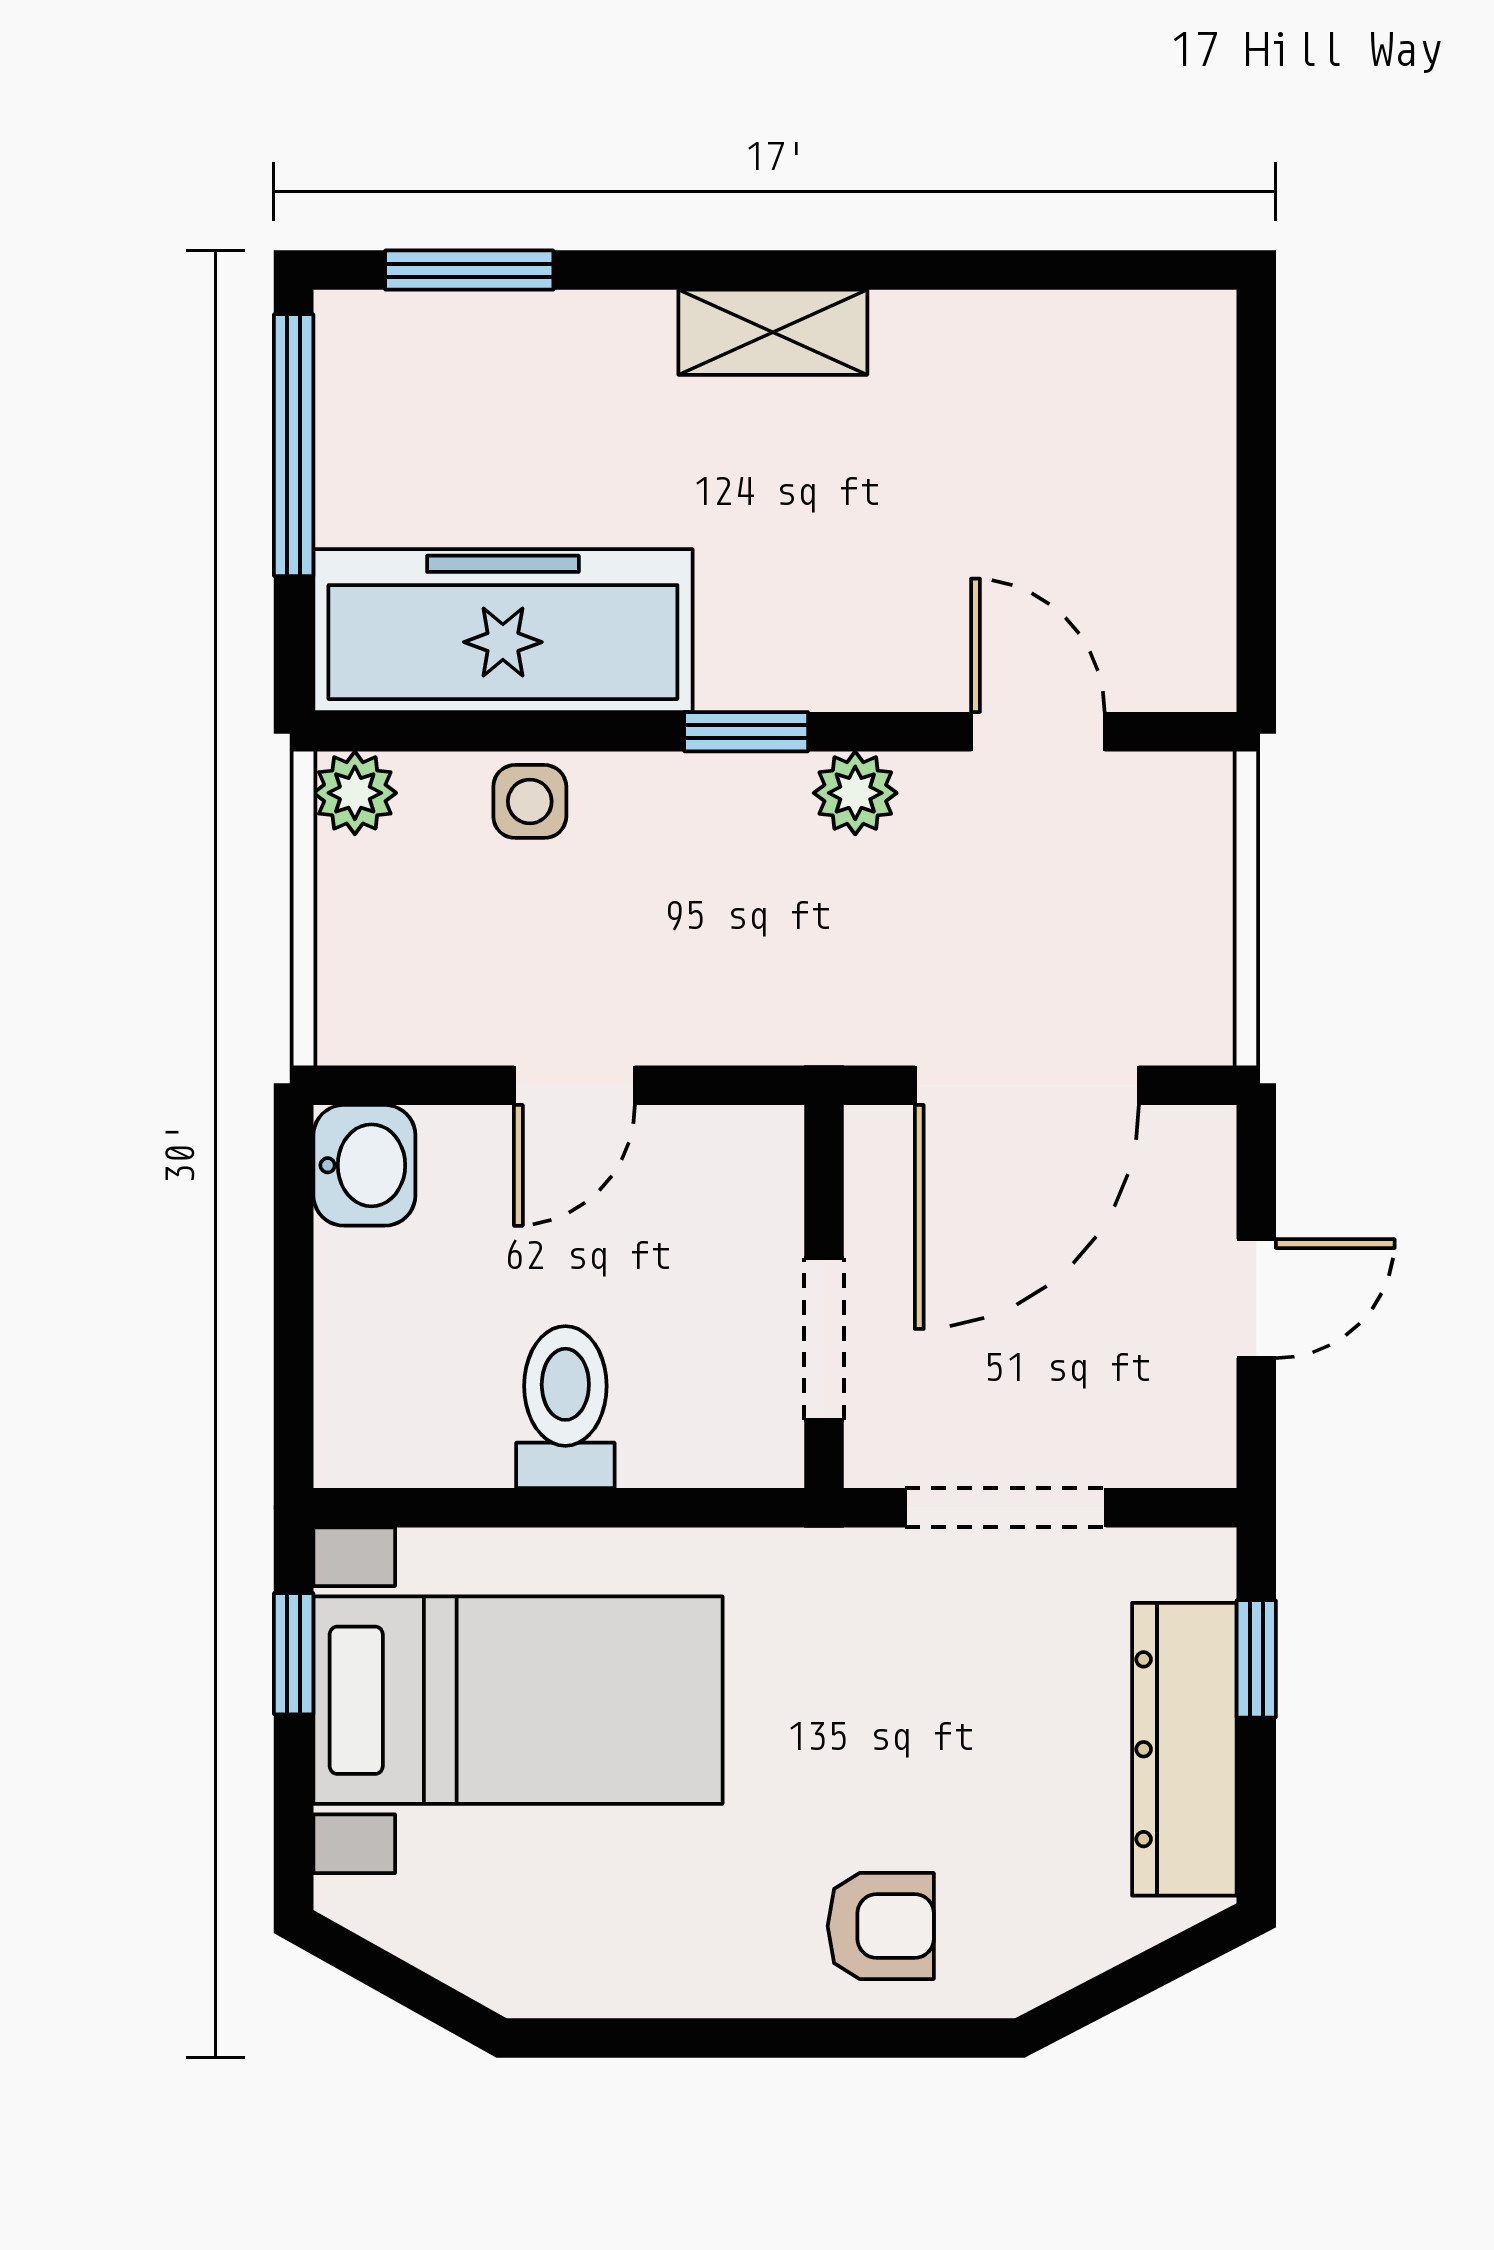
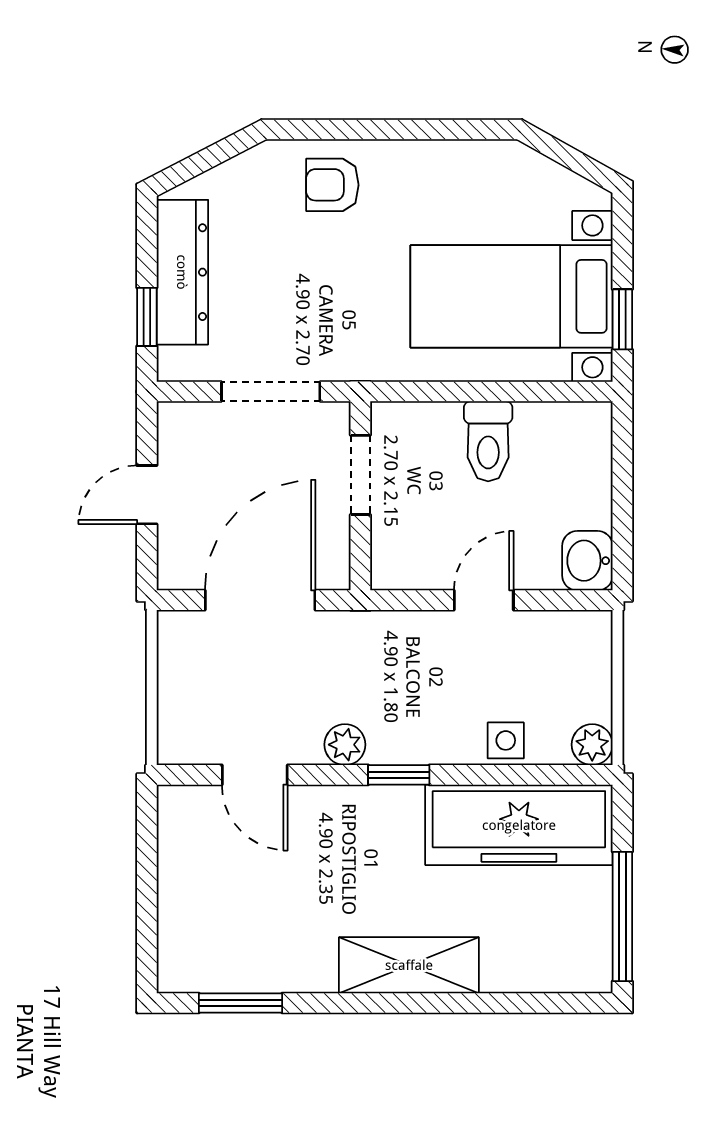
window: (469, 270) -> (240, 1003), moved
shelving: (773, 332) -> (409, 965), width x1.50, depth x1.33

